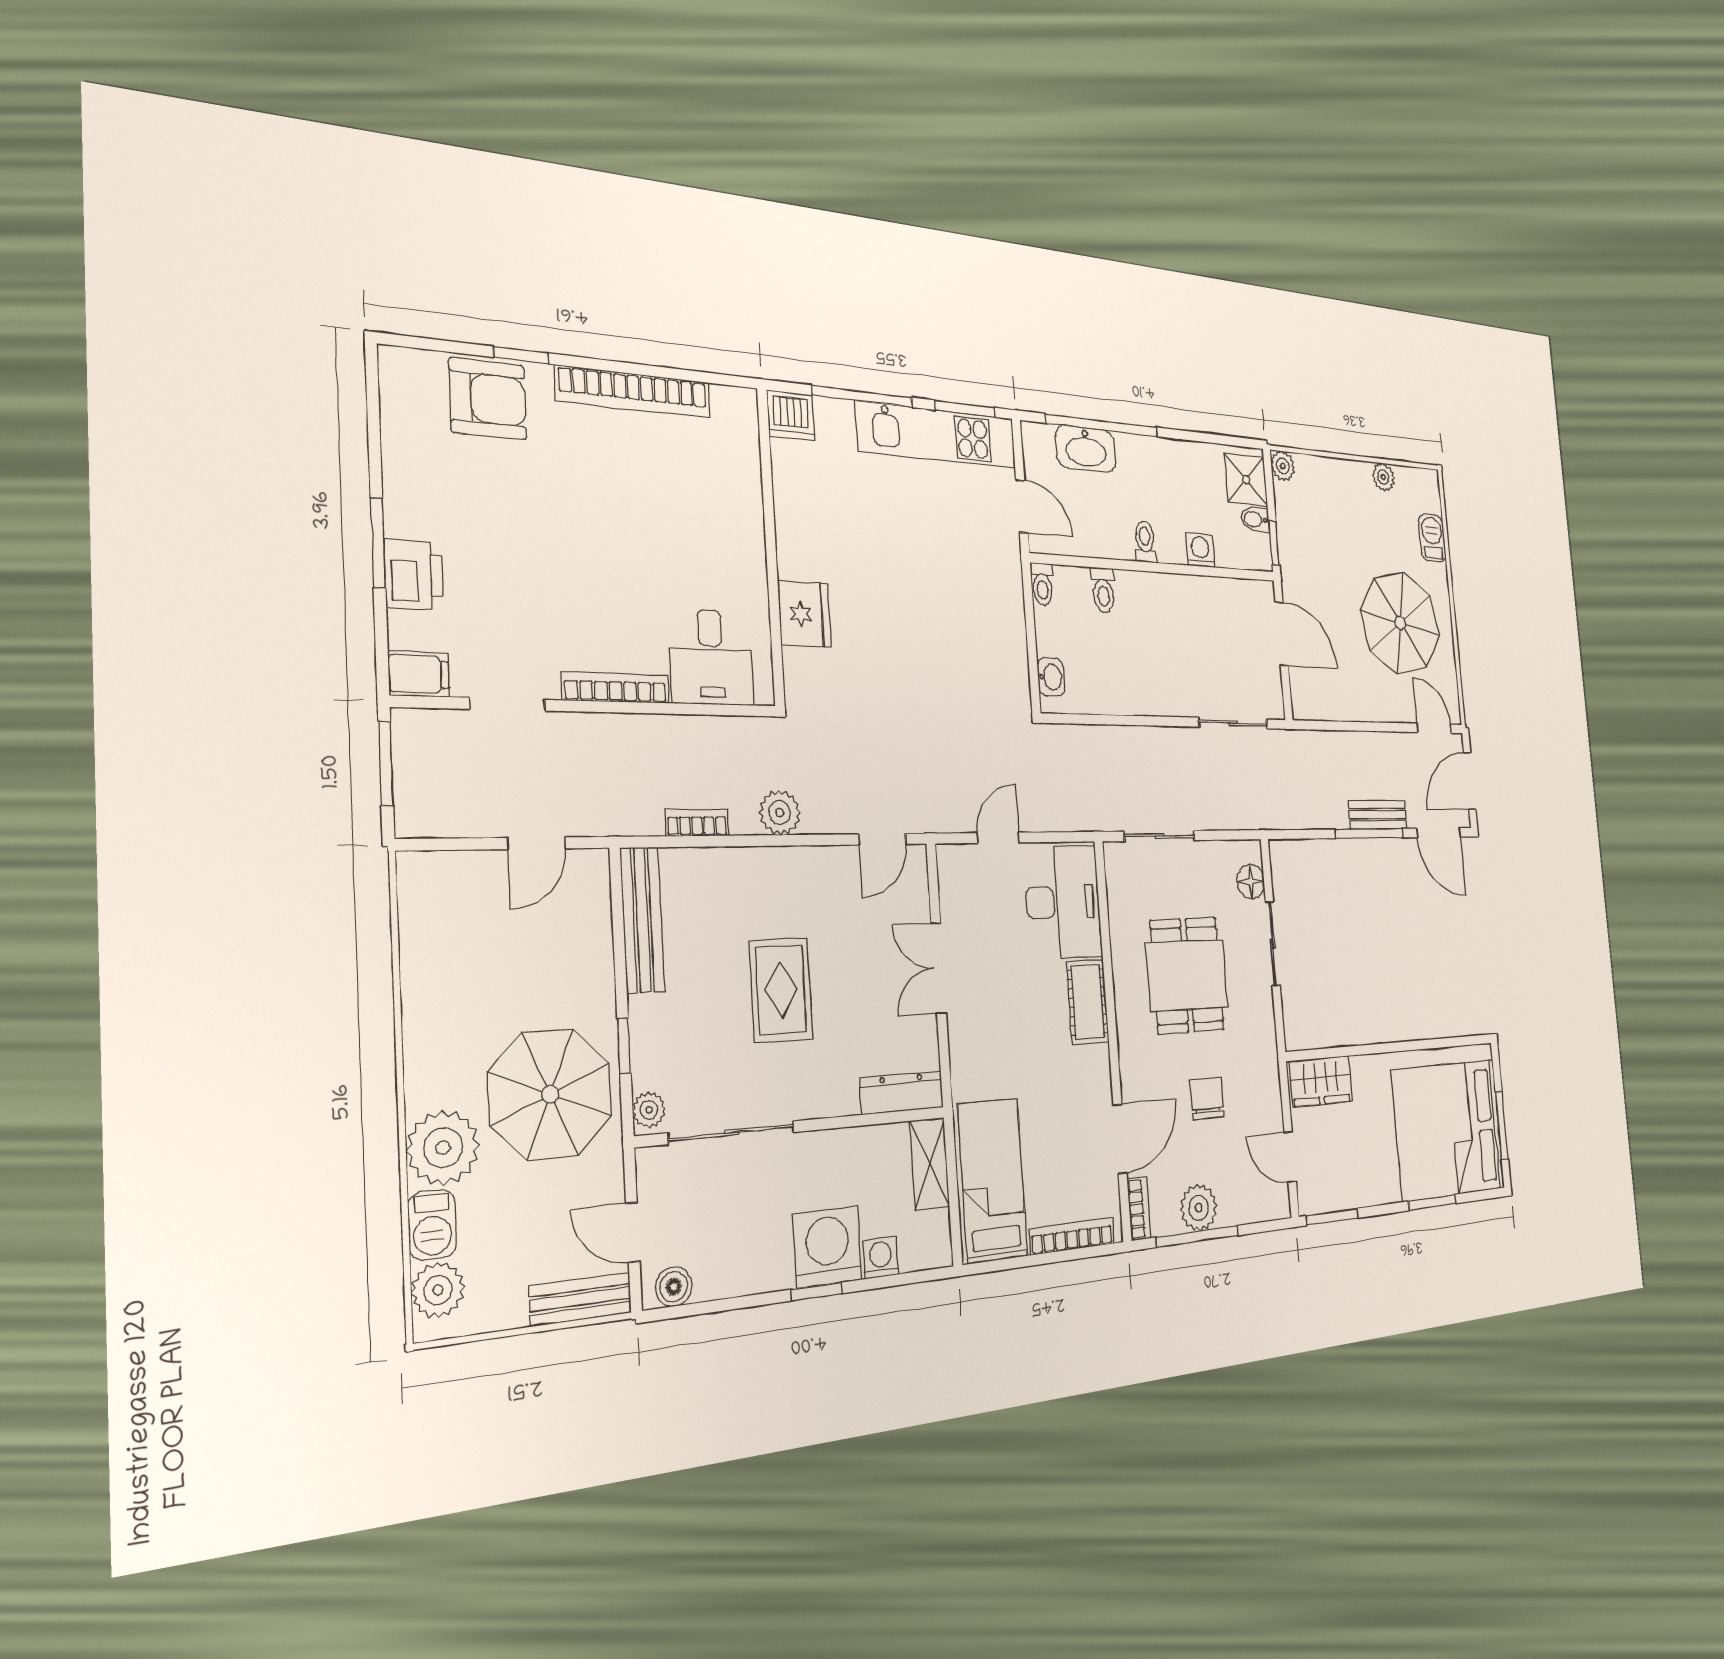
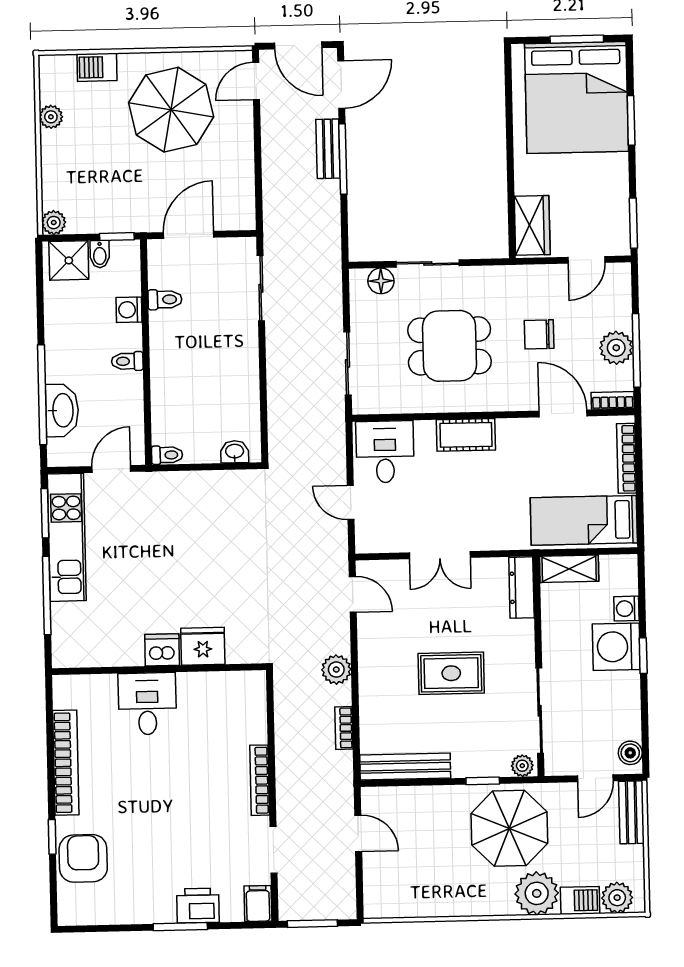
dishwasher: (791, 415) -> (162, 650), moved, turned -90
toilet: (1103, 590) -> (165, 300), moved
desk: (711, 657) -> (147, 704), moved, turned -90
desk: (1063, 902) -> (385, 452), width x0.73

